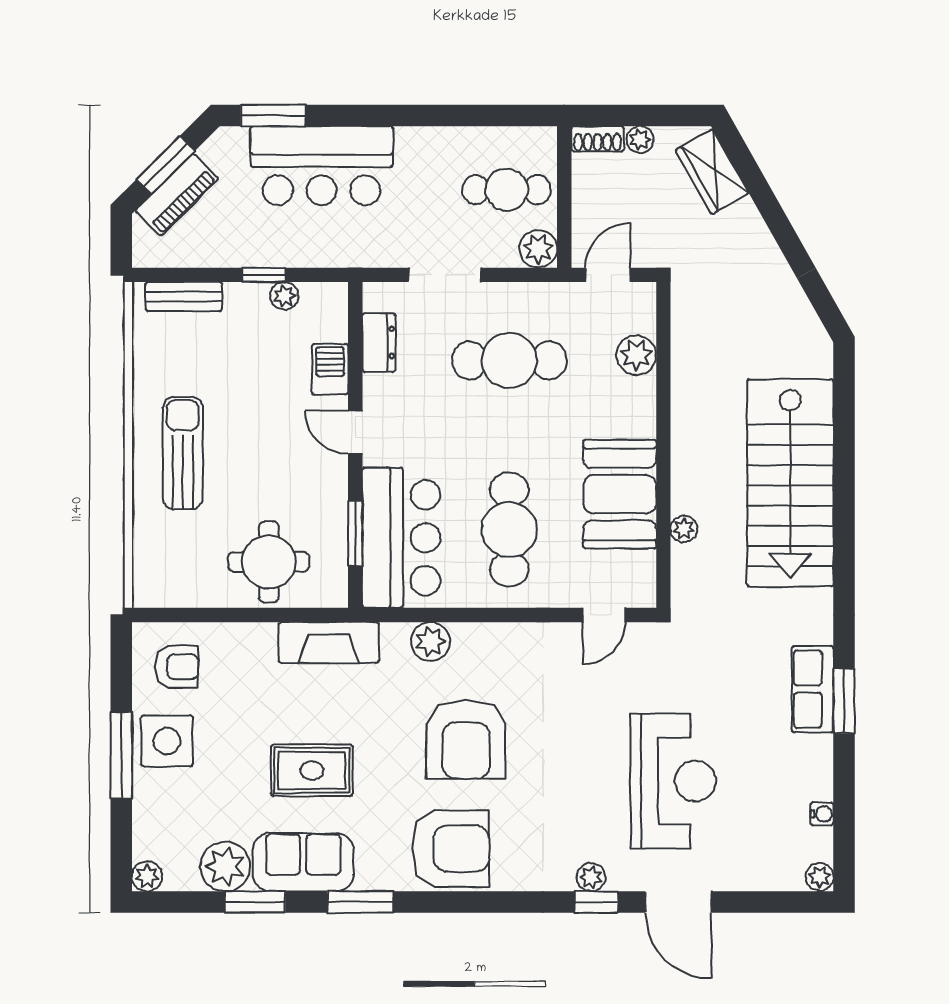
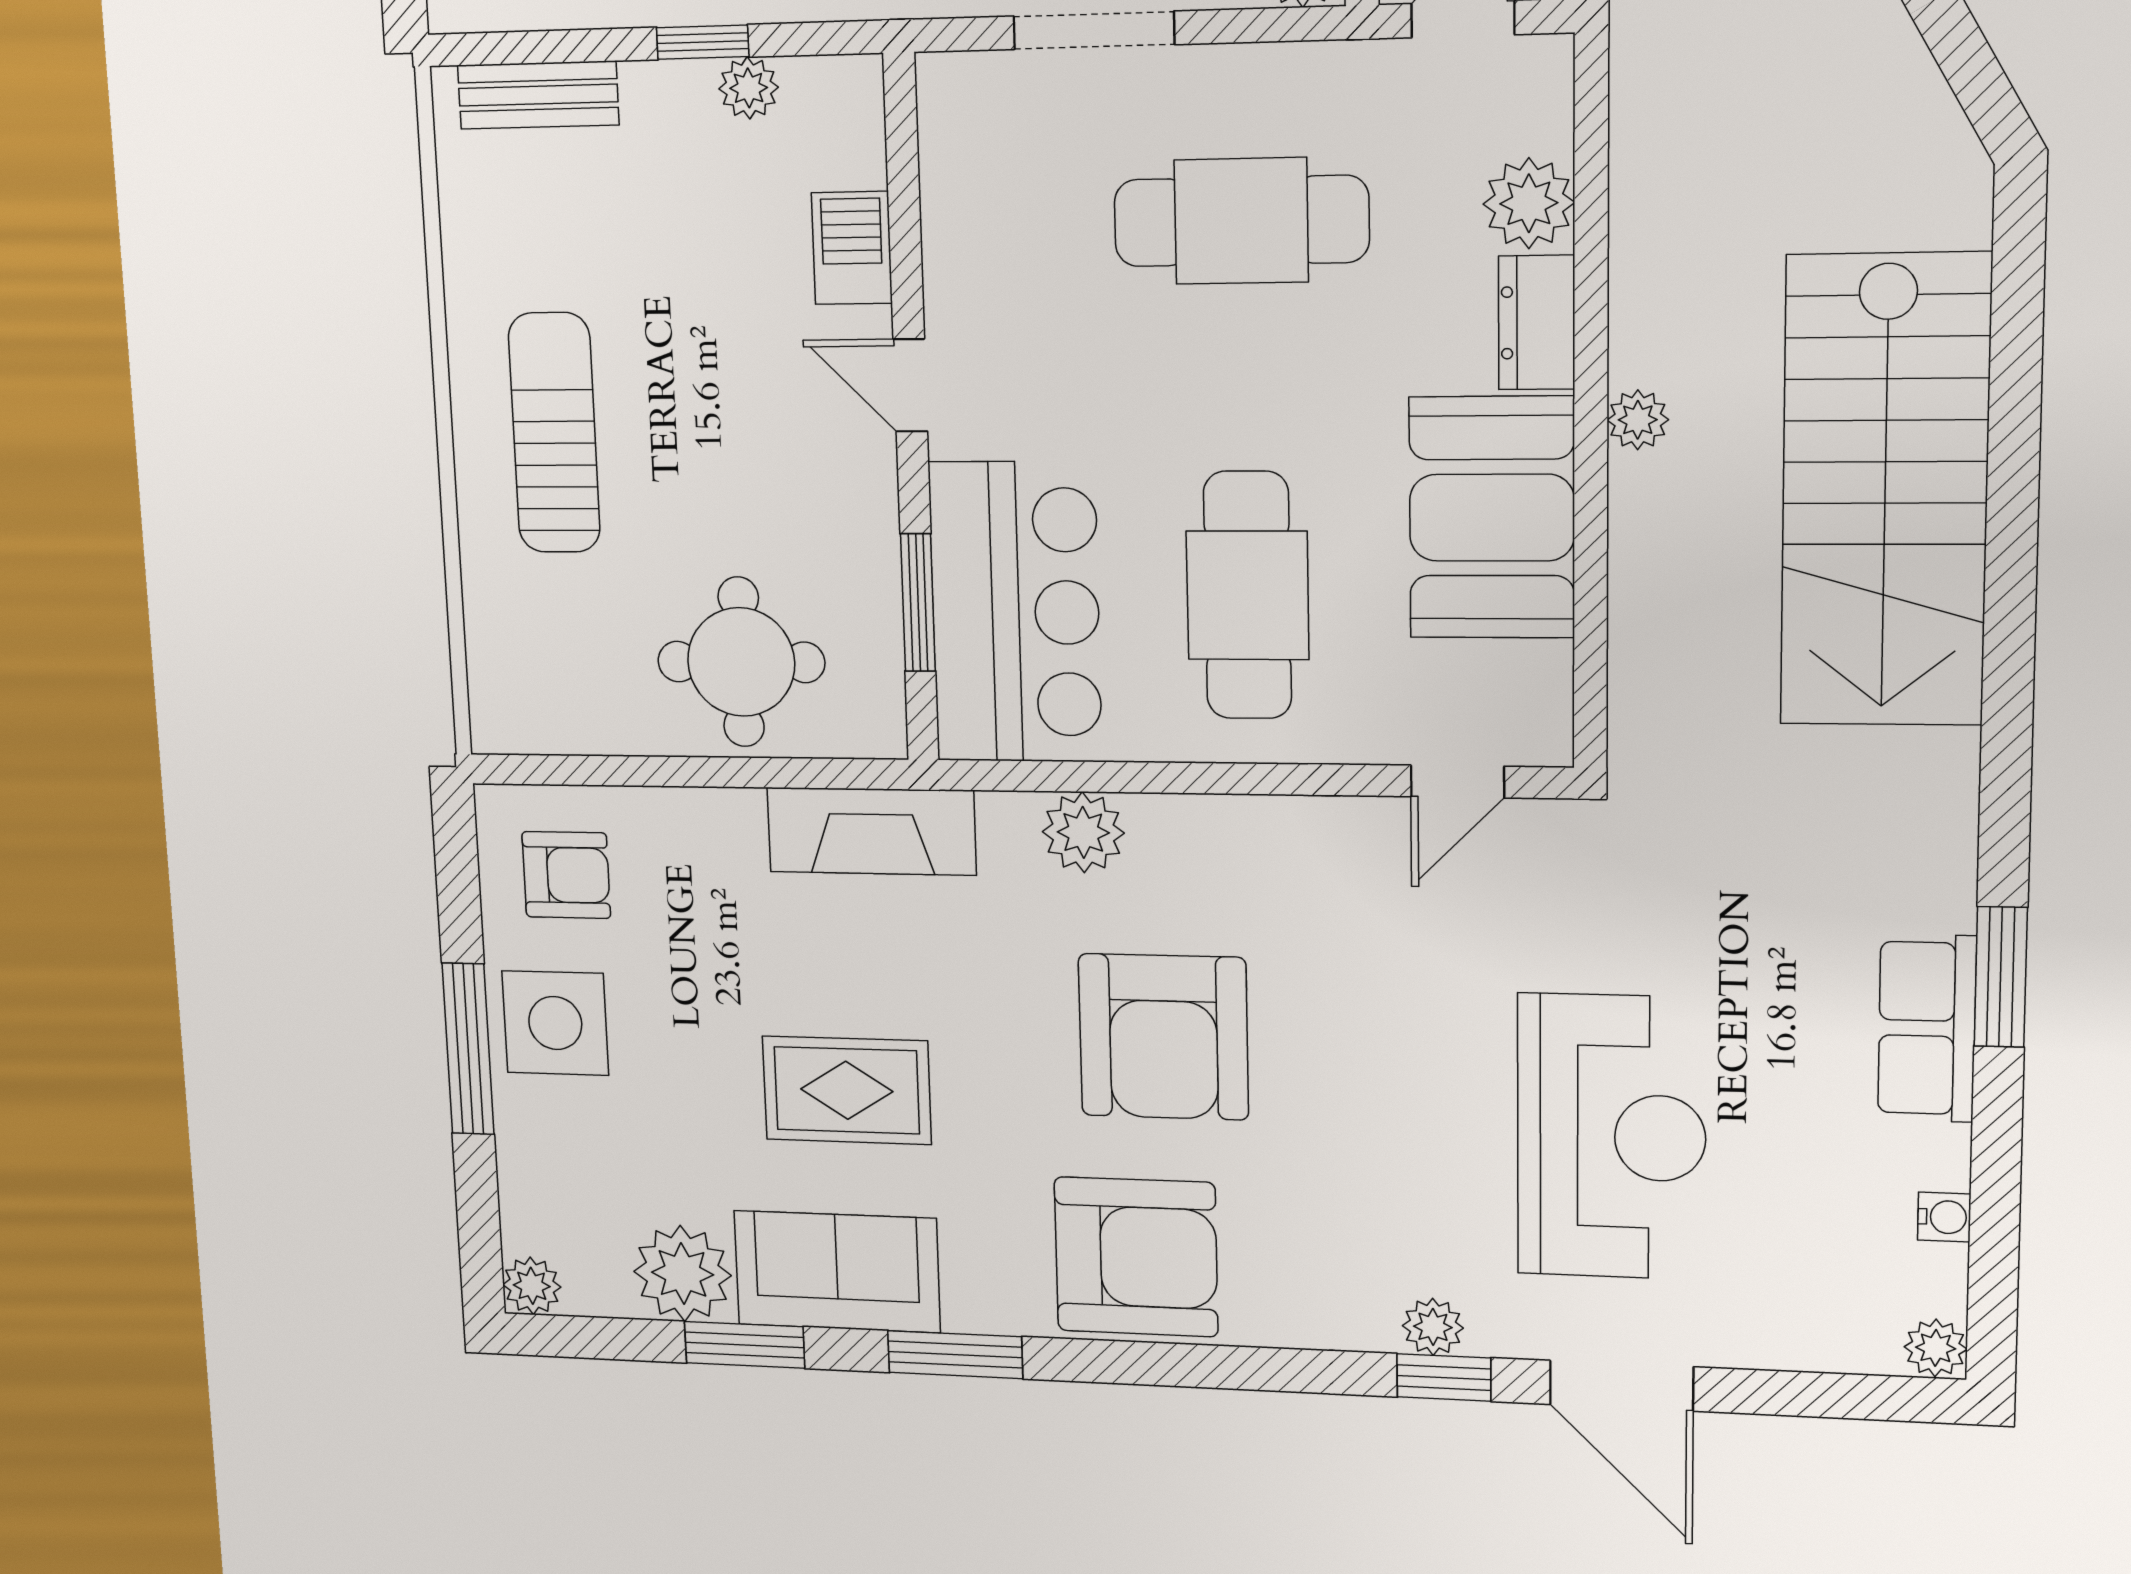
dresser: (379, 343) -> (1537, 323), moved, turned 180
plant: (684, 529) -> (1638, 420), moved
row of seats: (813, 689) -> (1927, 1028), moved

